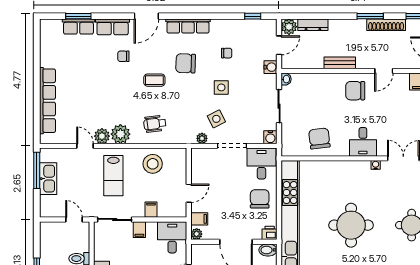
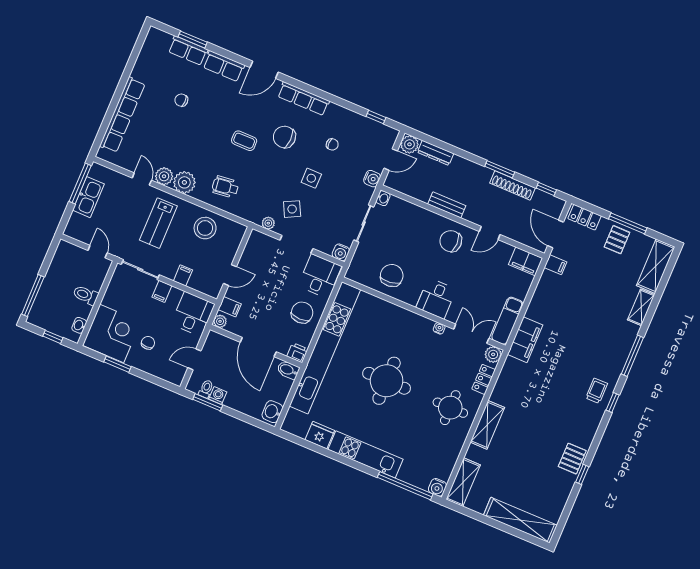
chair: (123, 56) -> (181, 100), moved

